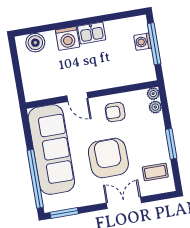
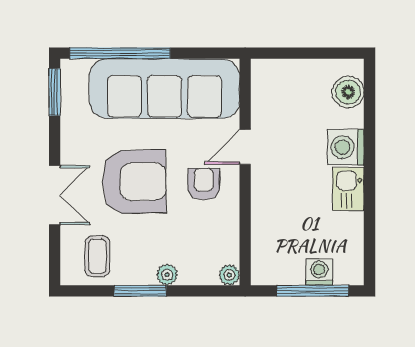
plant: (155, 107) -> (167, 275), moved
armchair: (115, 112) -> (204, 184), moved

